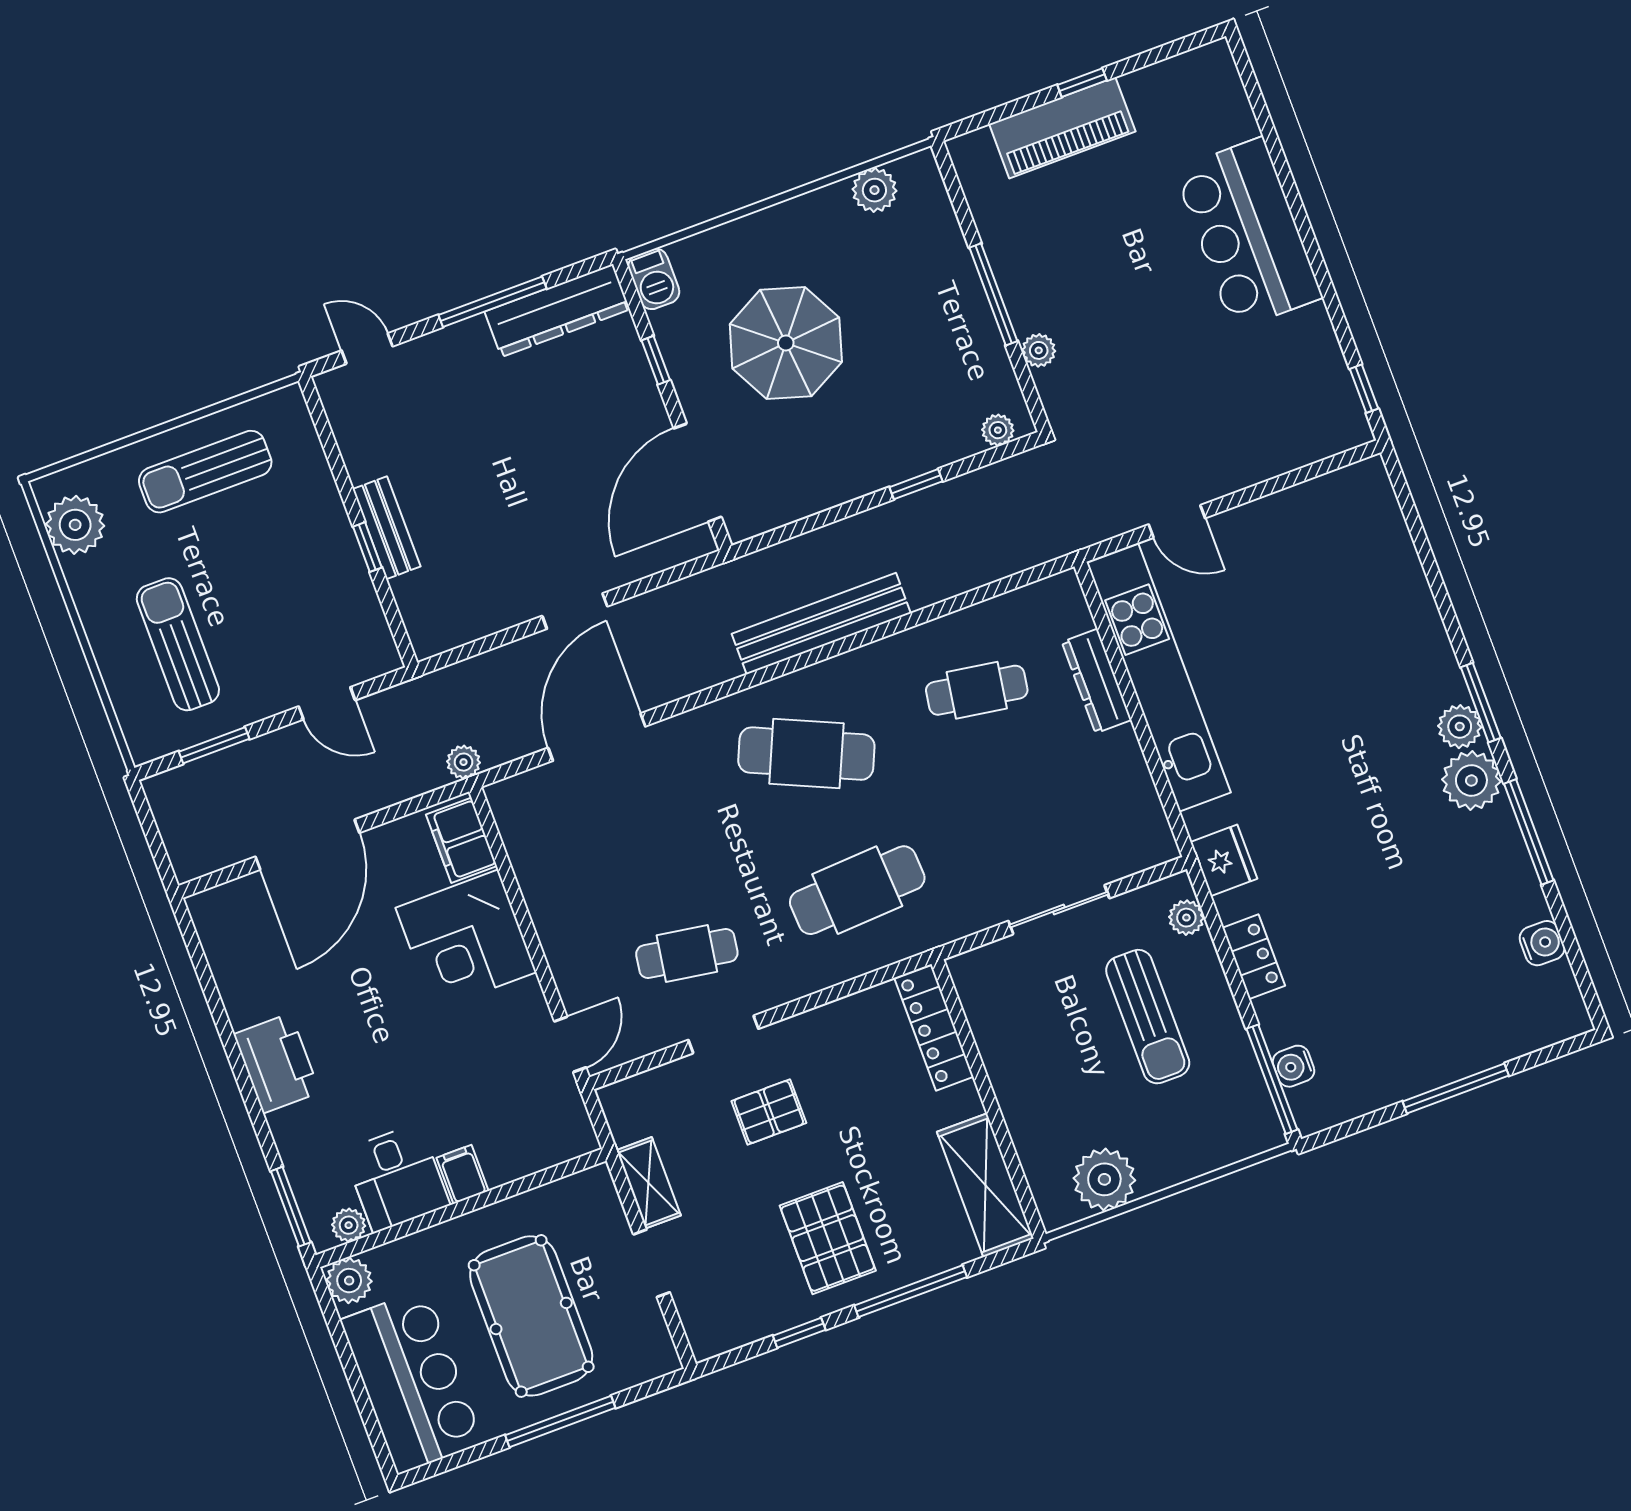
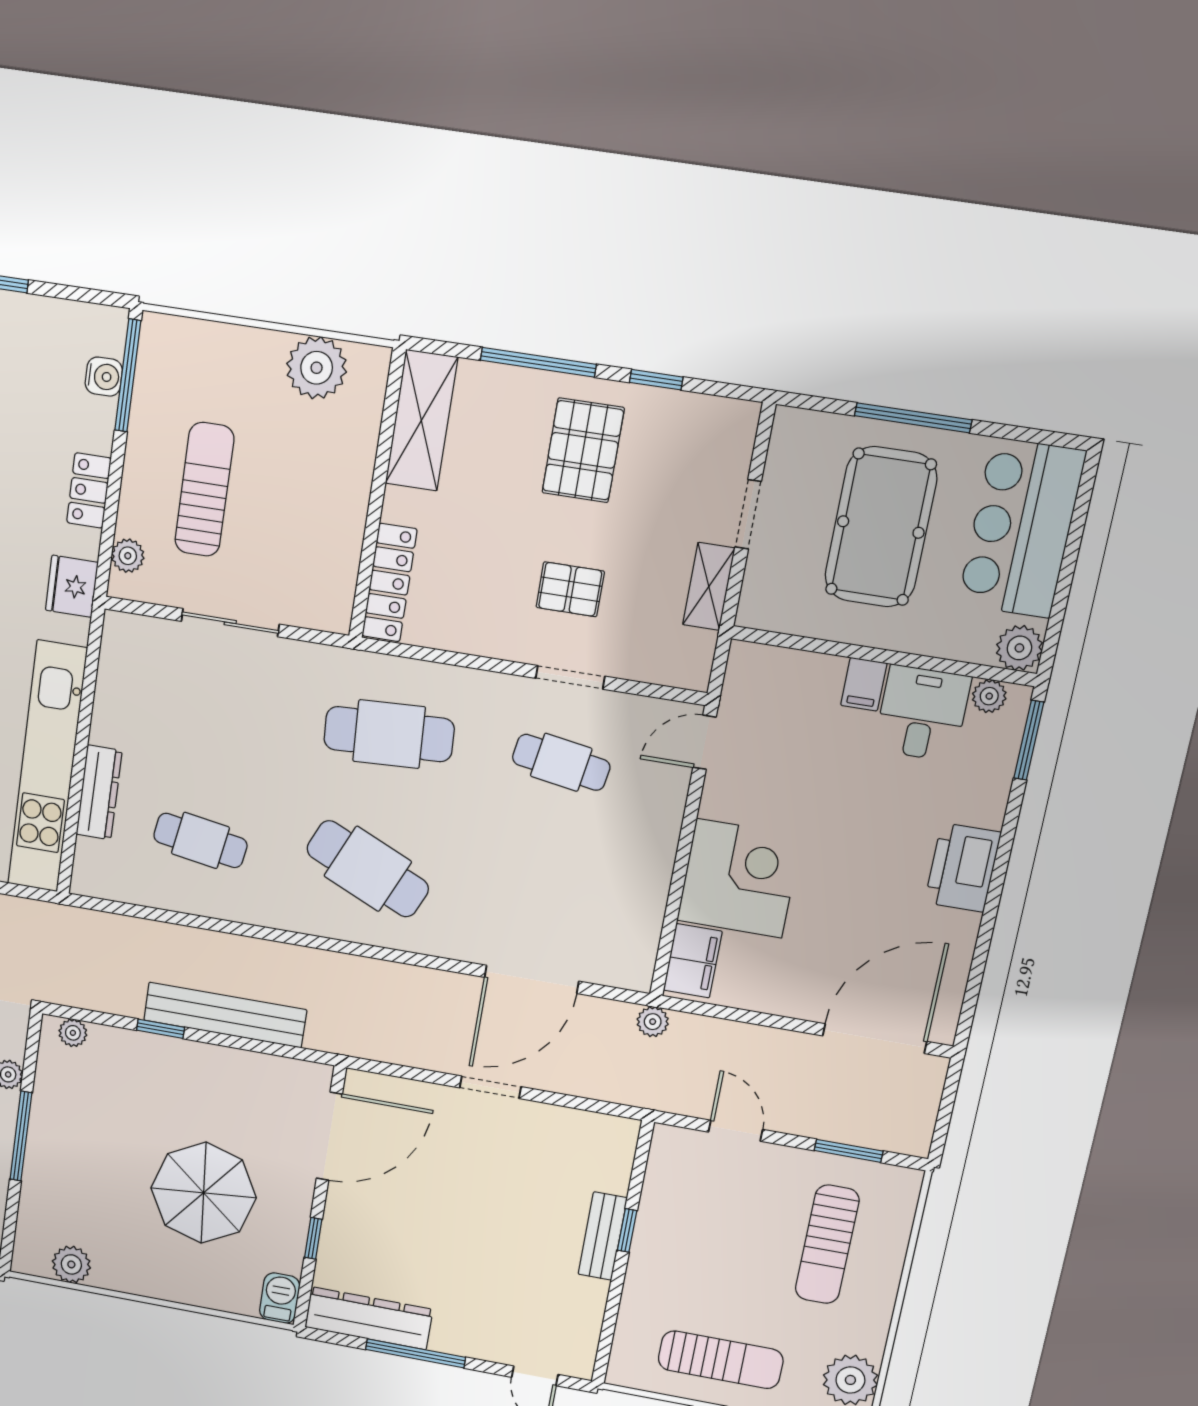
bench: (821, 624) -> (225, 1015), moved
door: (307, 845) -> (875, 1039), moved

